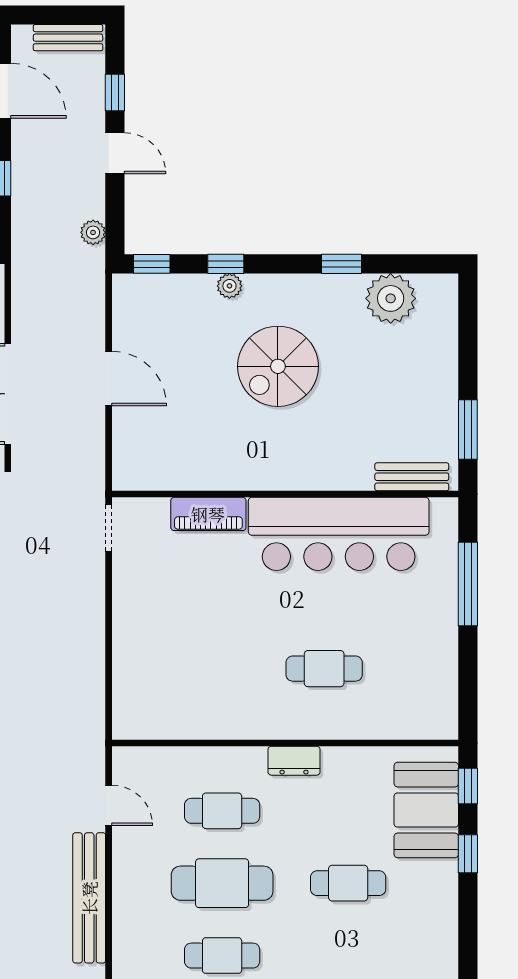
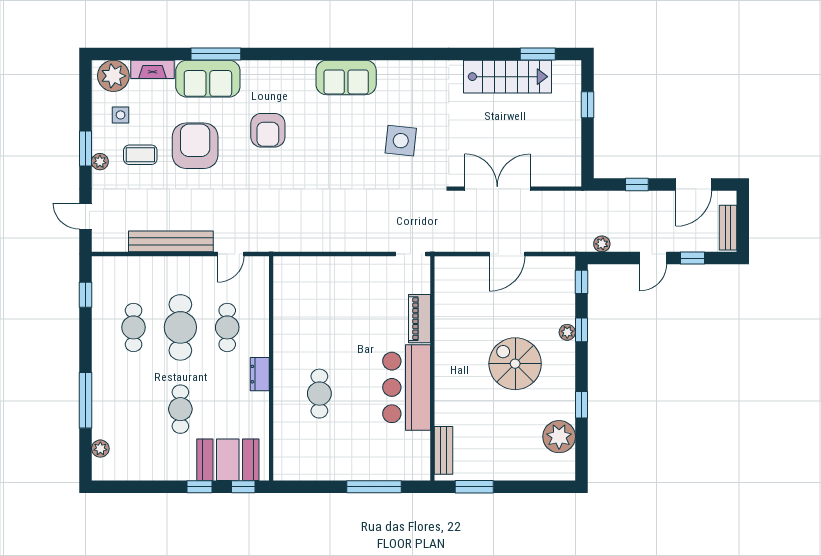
bar counter: (339, 534) -> (407, 387), width x0.73

